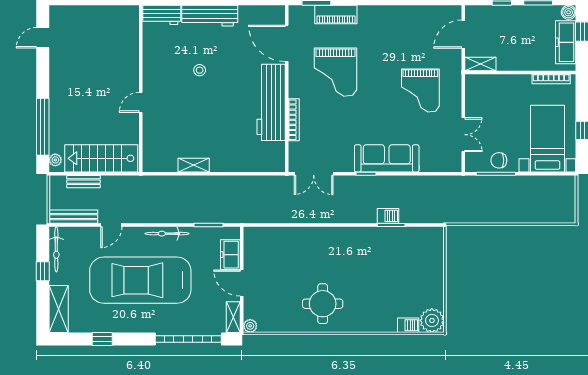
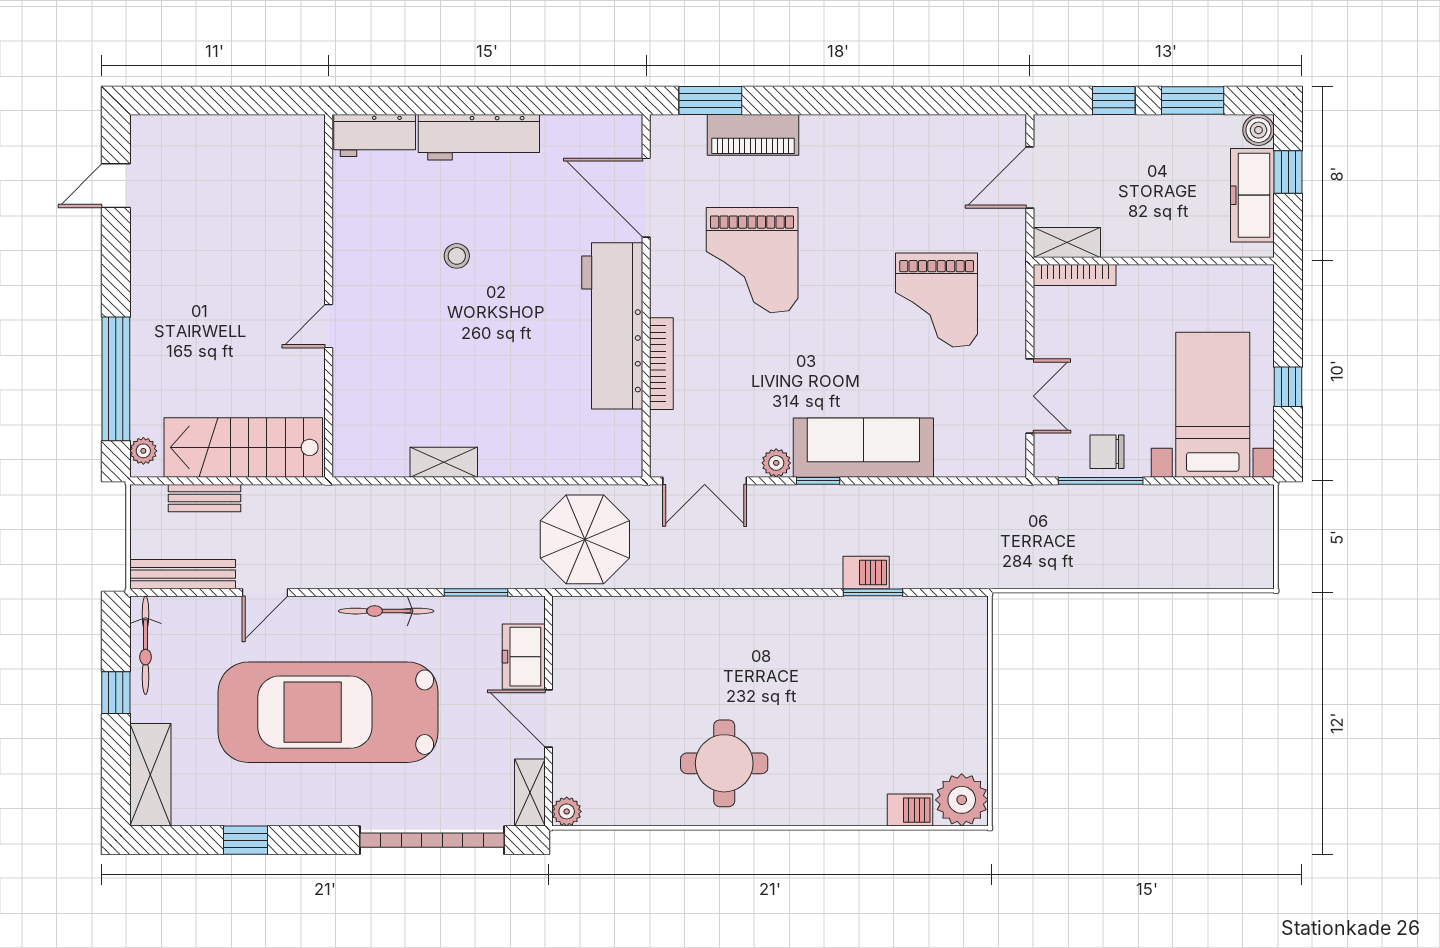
bookcase: (551, 79) -> (1075, 275), moved
plant: (347, 165) -> (776, 463), added
parasol: (259, 201) -> (585, 539), added

